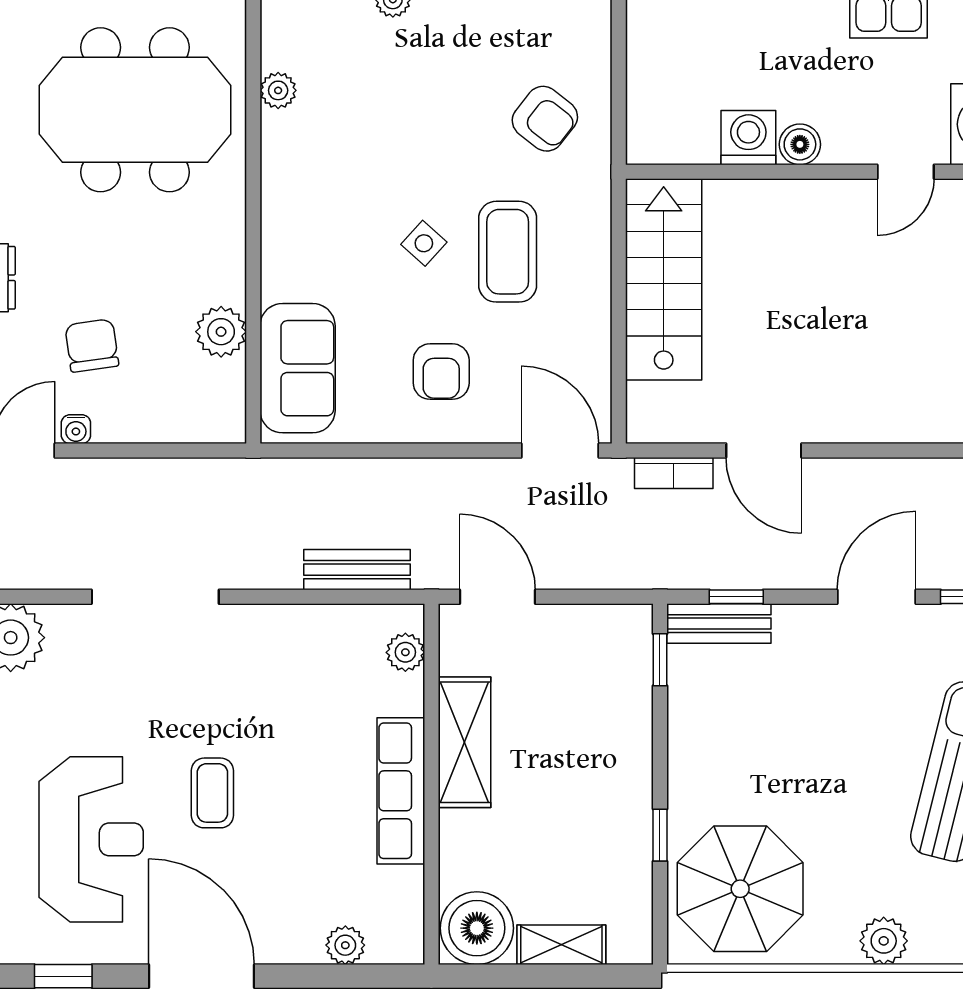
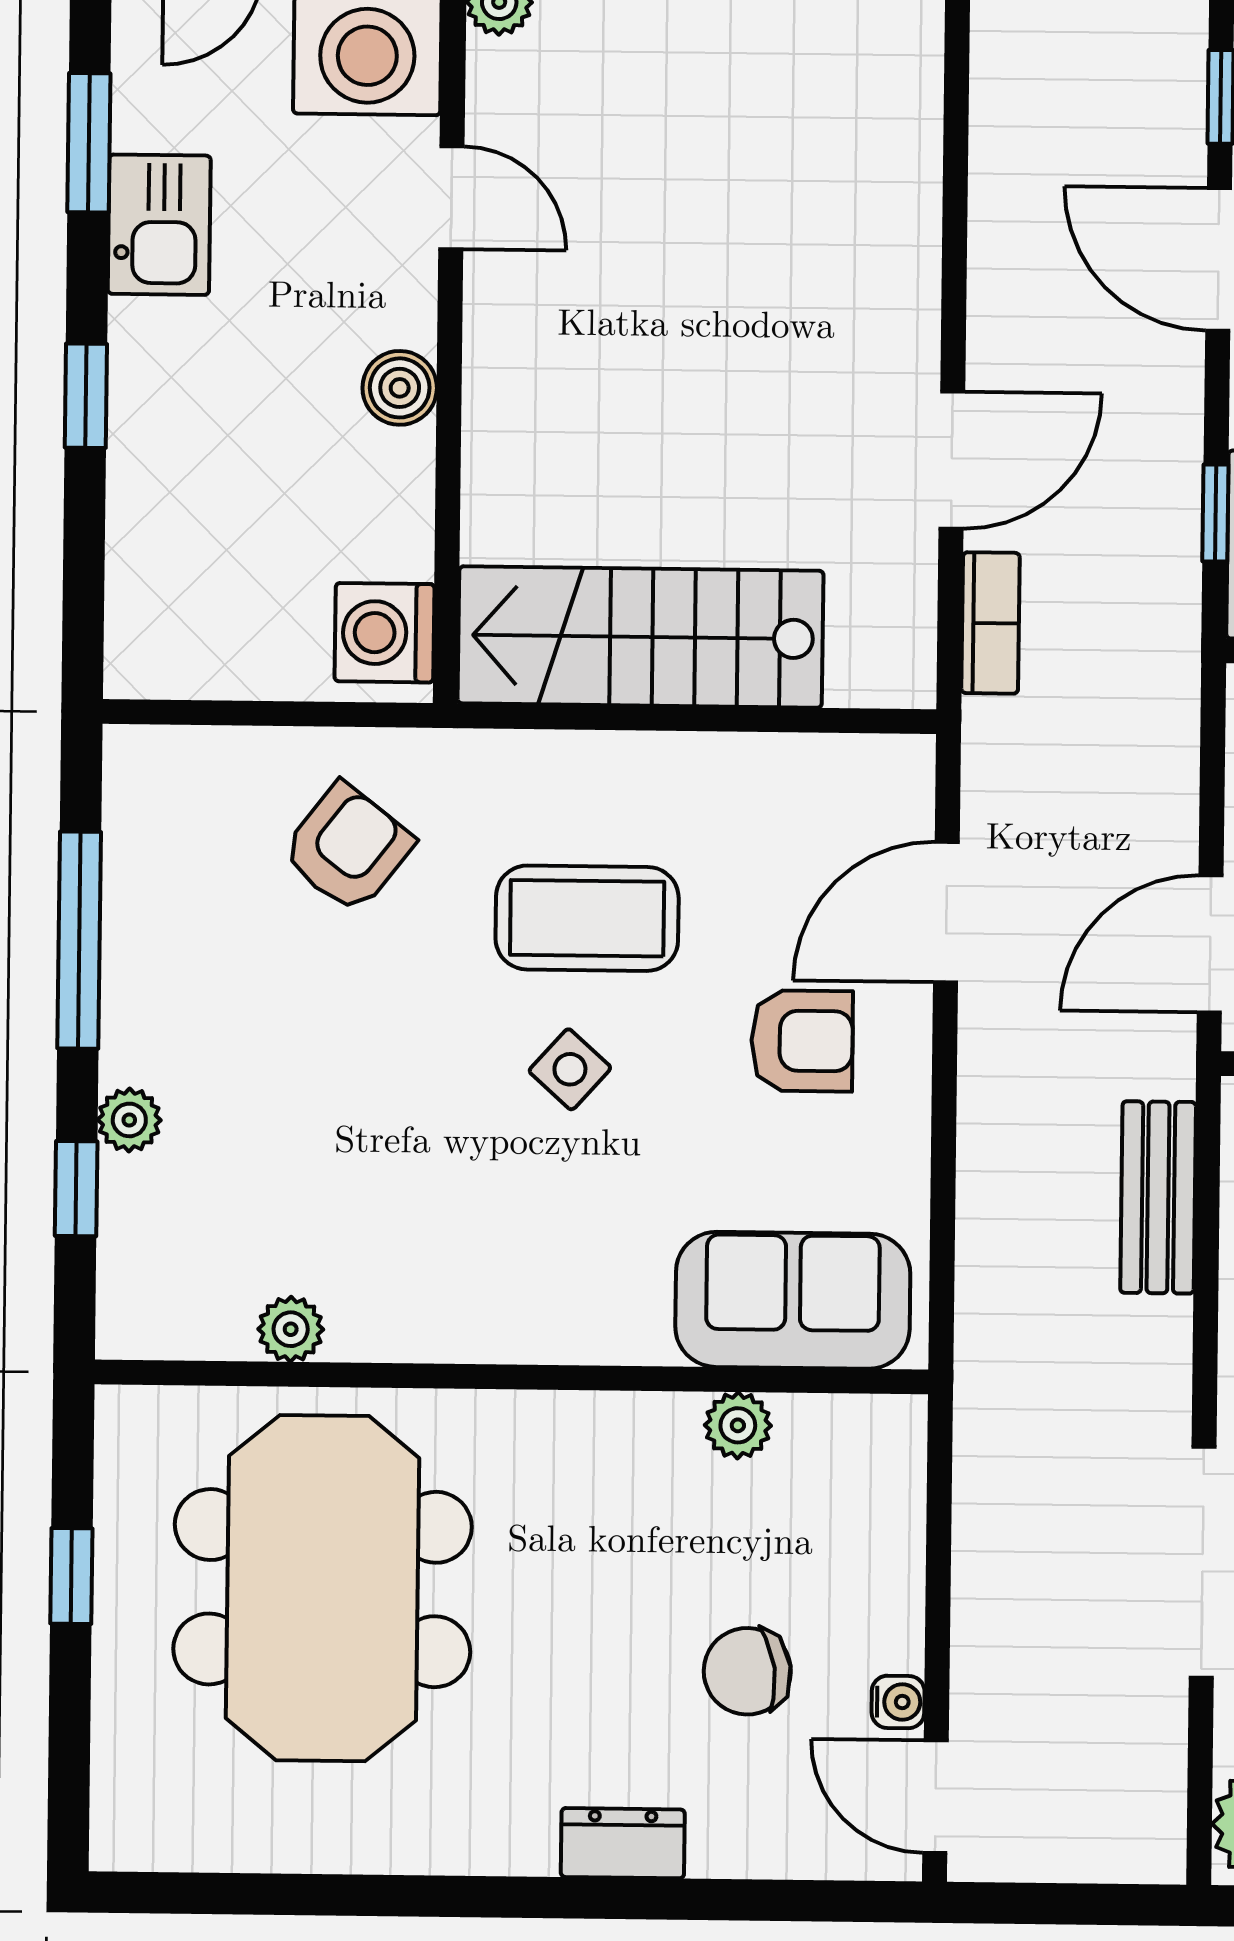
washing machine: (748, 138) -> (385, 633), moved
plant: (221, 332) -> (738, 1425), width x0.73, depth x0.73
door: (560, 451) -> (946, 912), moved

